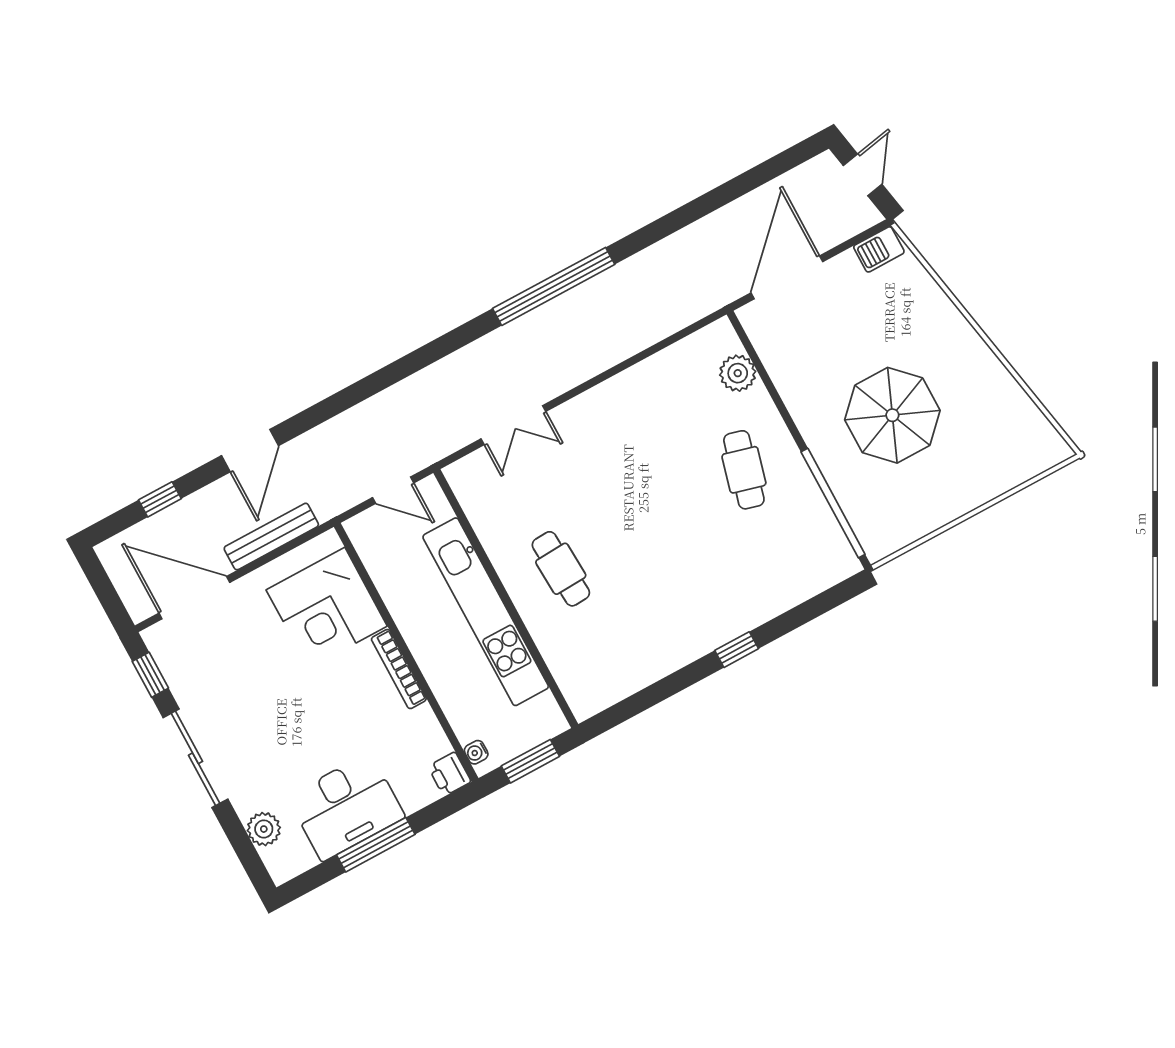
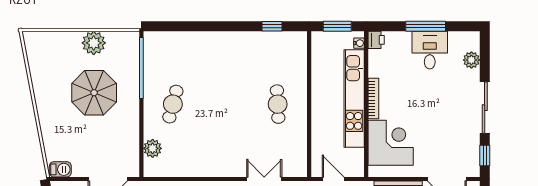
plant: (940, 502) -> (94, 43), added
kitchen unit: (486, 612) -> (354, 98), moved, turned 180
window: (737, 650) -> (272, 26), moved
desk: (346, 807) -> (430, 50), width x0.73

